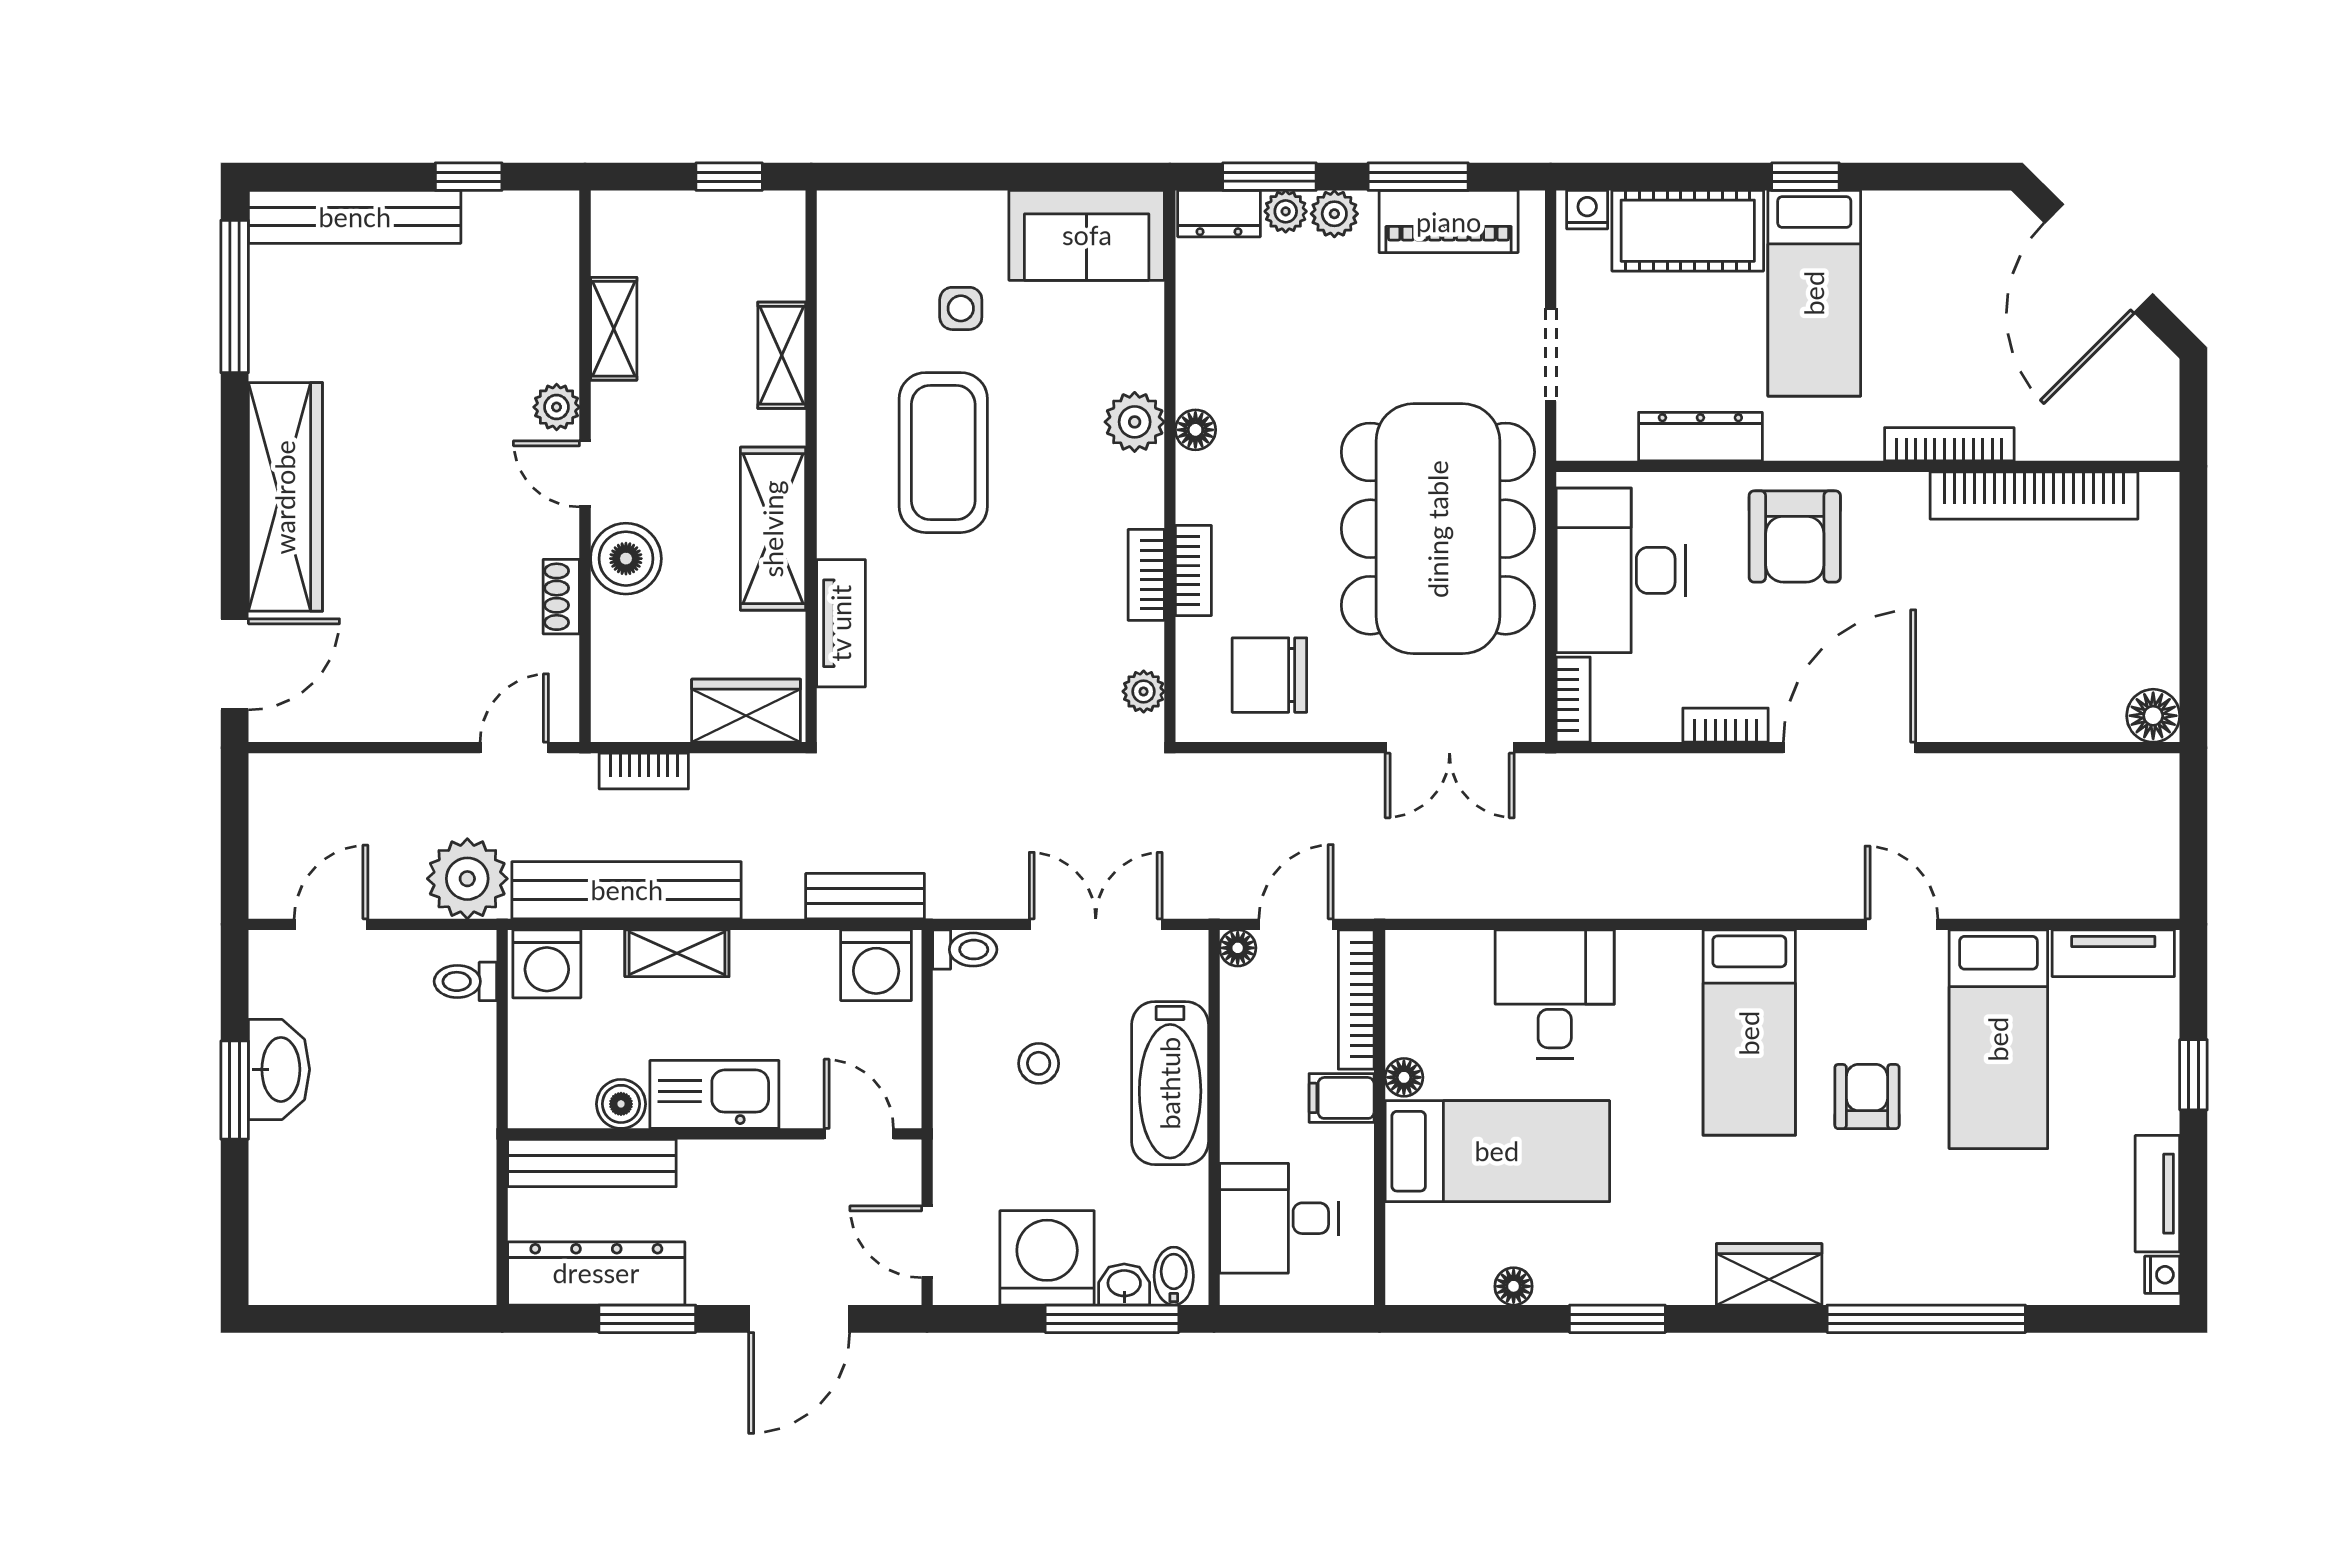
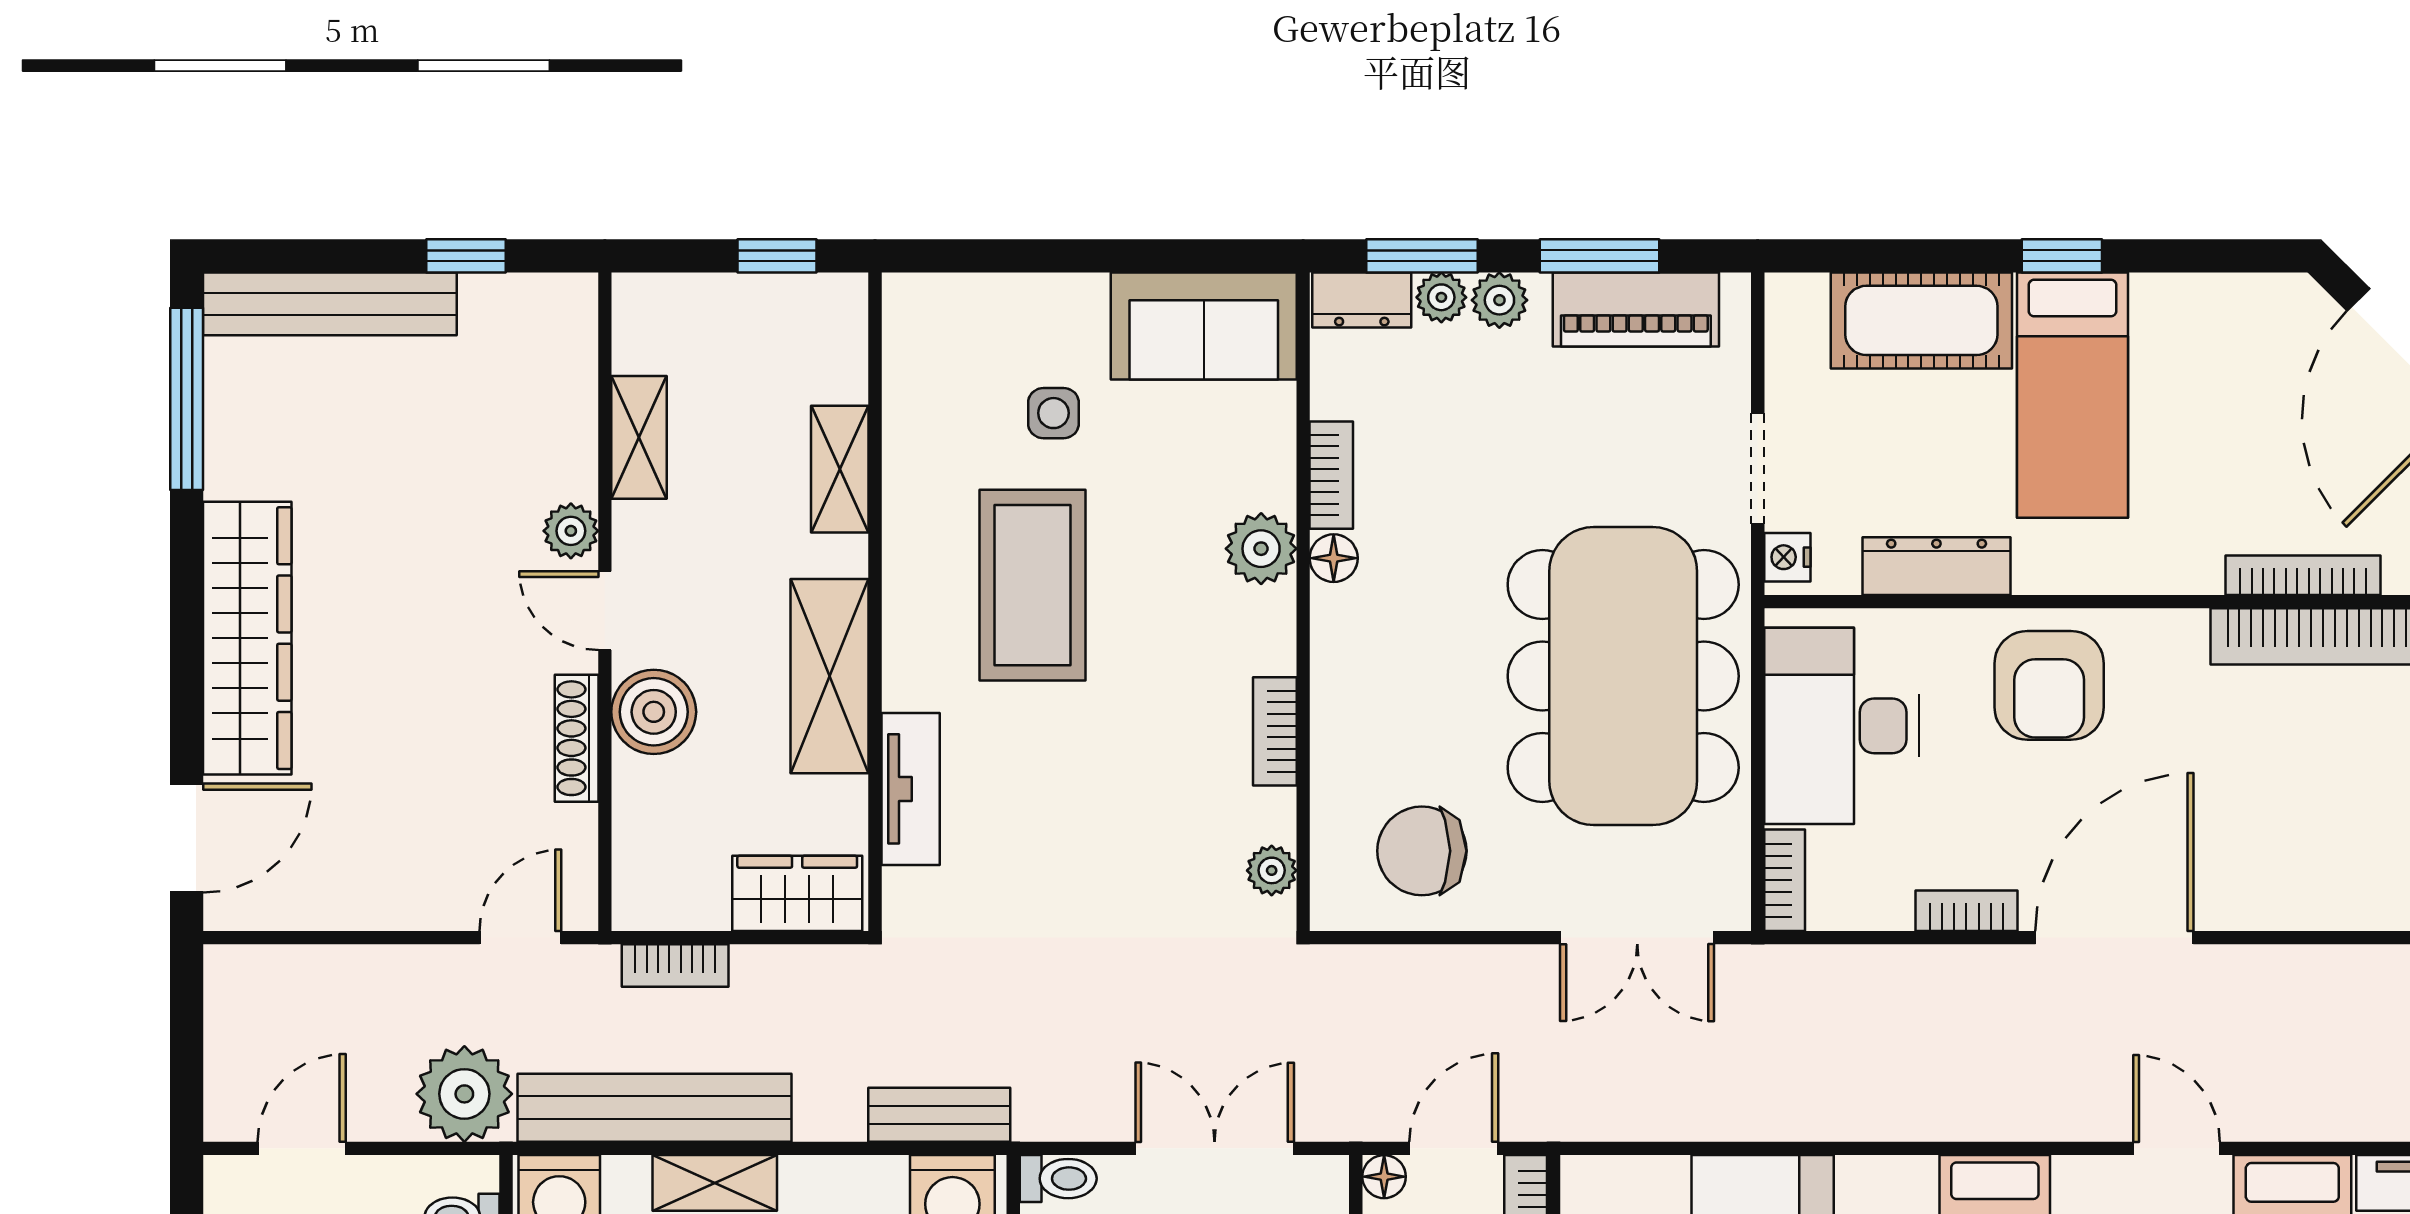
nightstand: (1587, 210) -> (1787, 557), moved, turned -90
bookcase: (1949, 444) -> (2303, 575), moved
bookcase: (1193, 570) -> (1331, 475), moved
shoe rack: (561, 597) -> (577, 738), width x1.43

